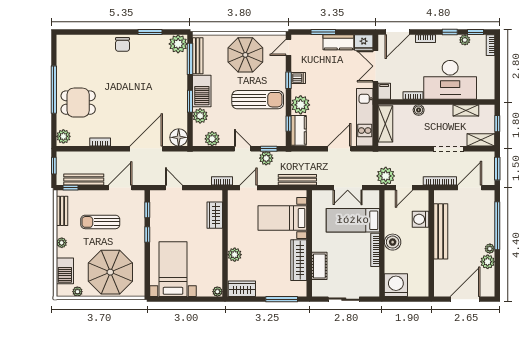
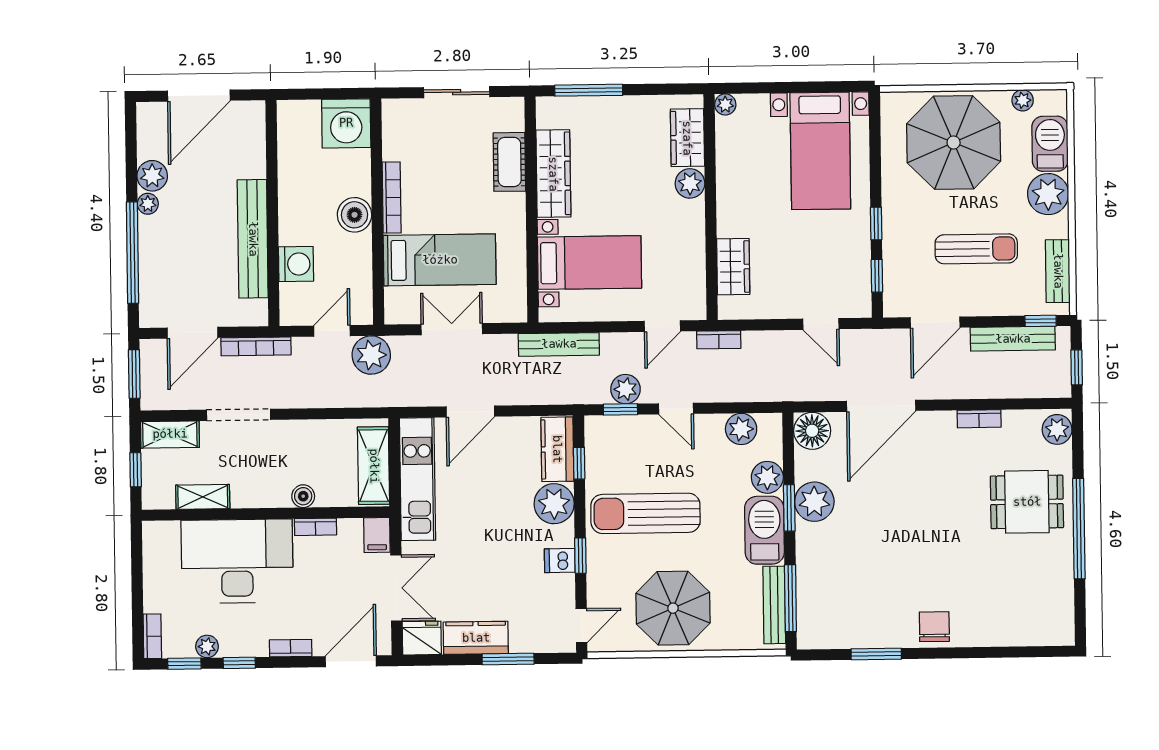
plant: (178, 44) -> (814, 502), moved
plant: (62, 243) -> (1048, 194), width x1.88, depth x1.88
wardrobe: (242, 289) -> (687, 138), moved, turned 90

